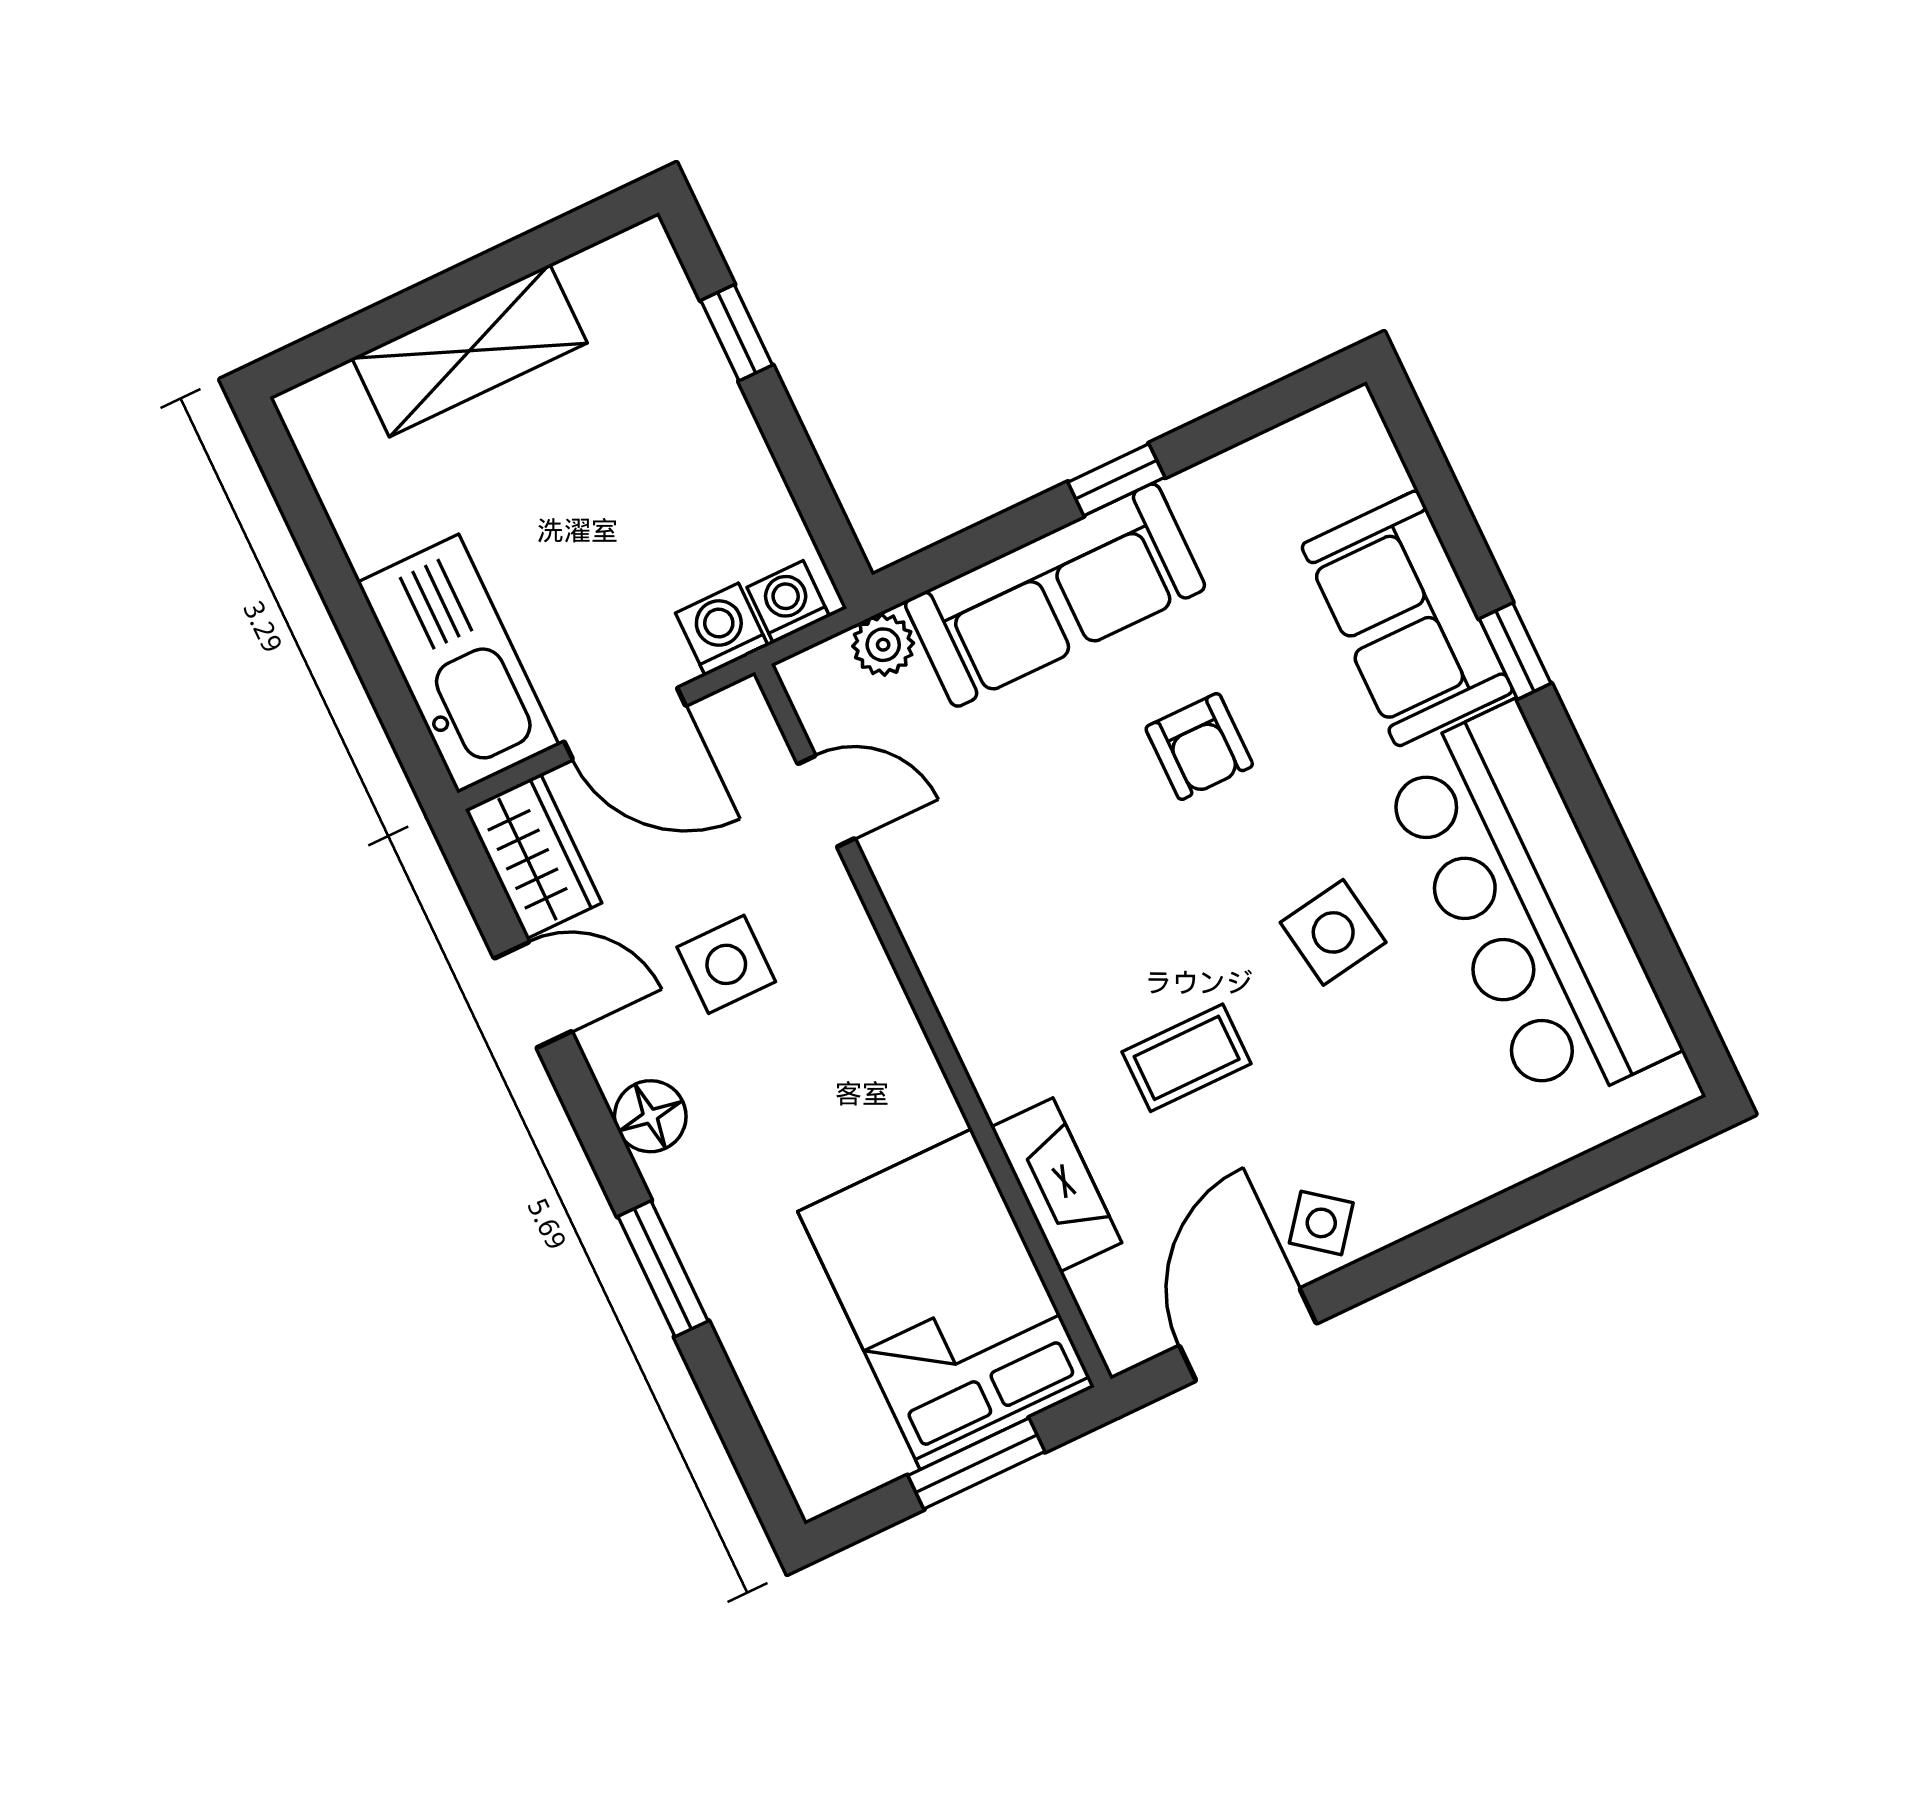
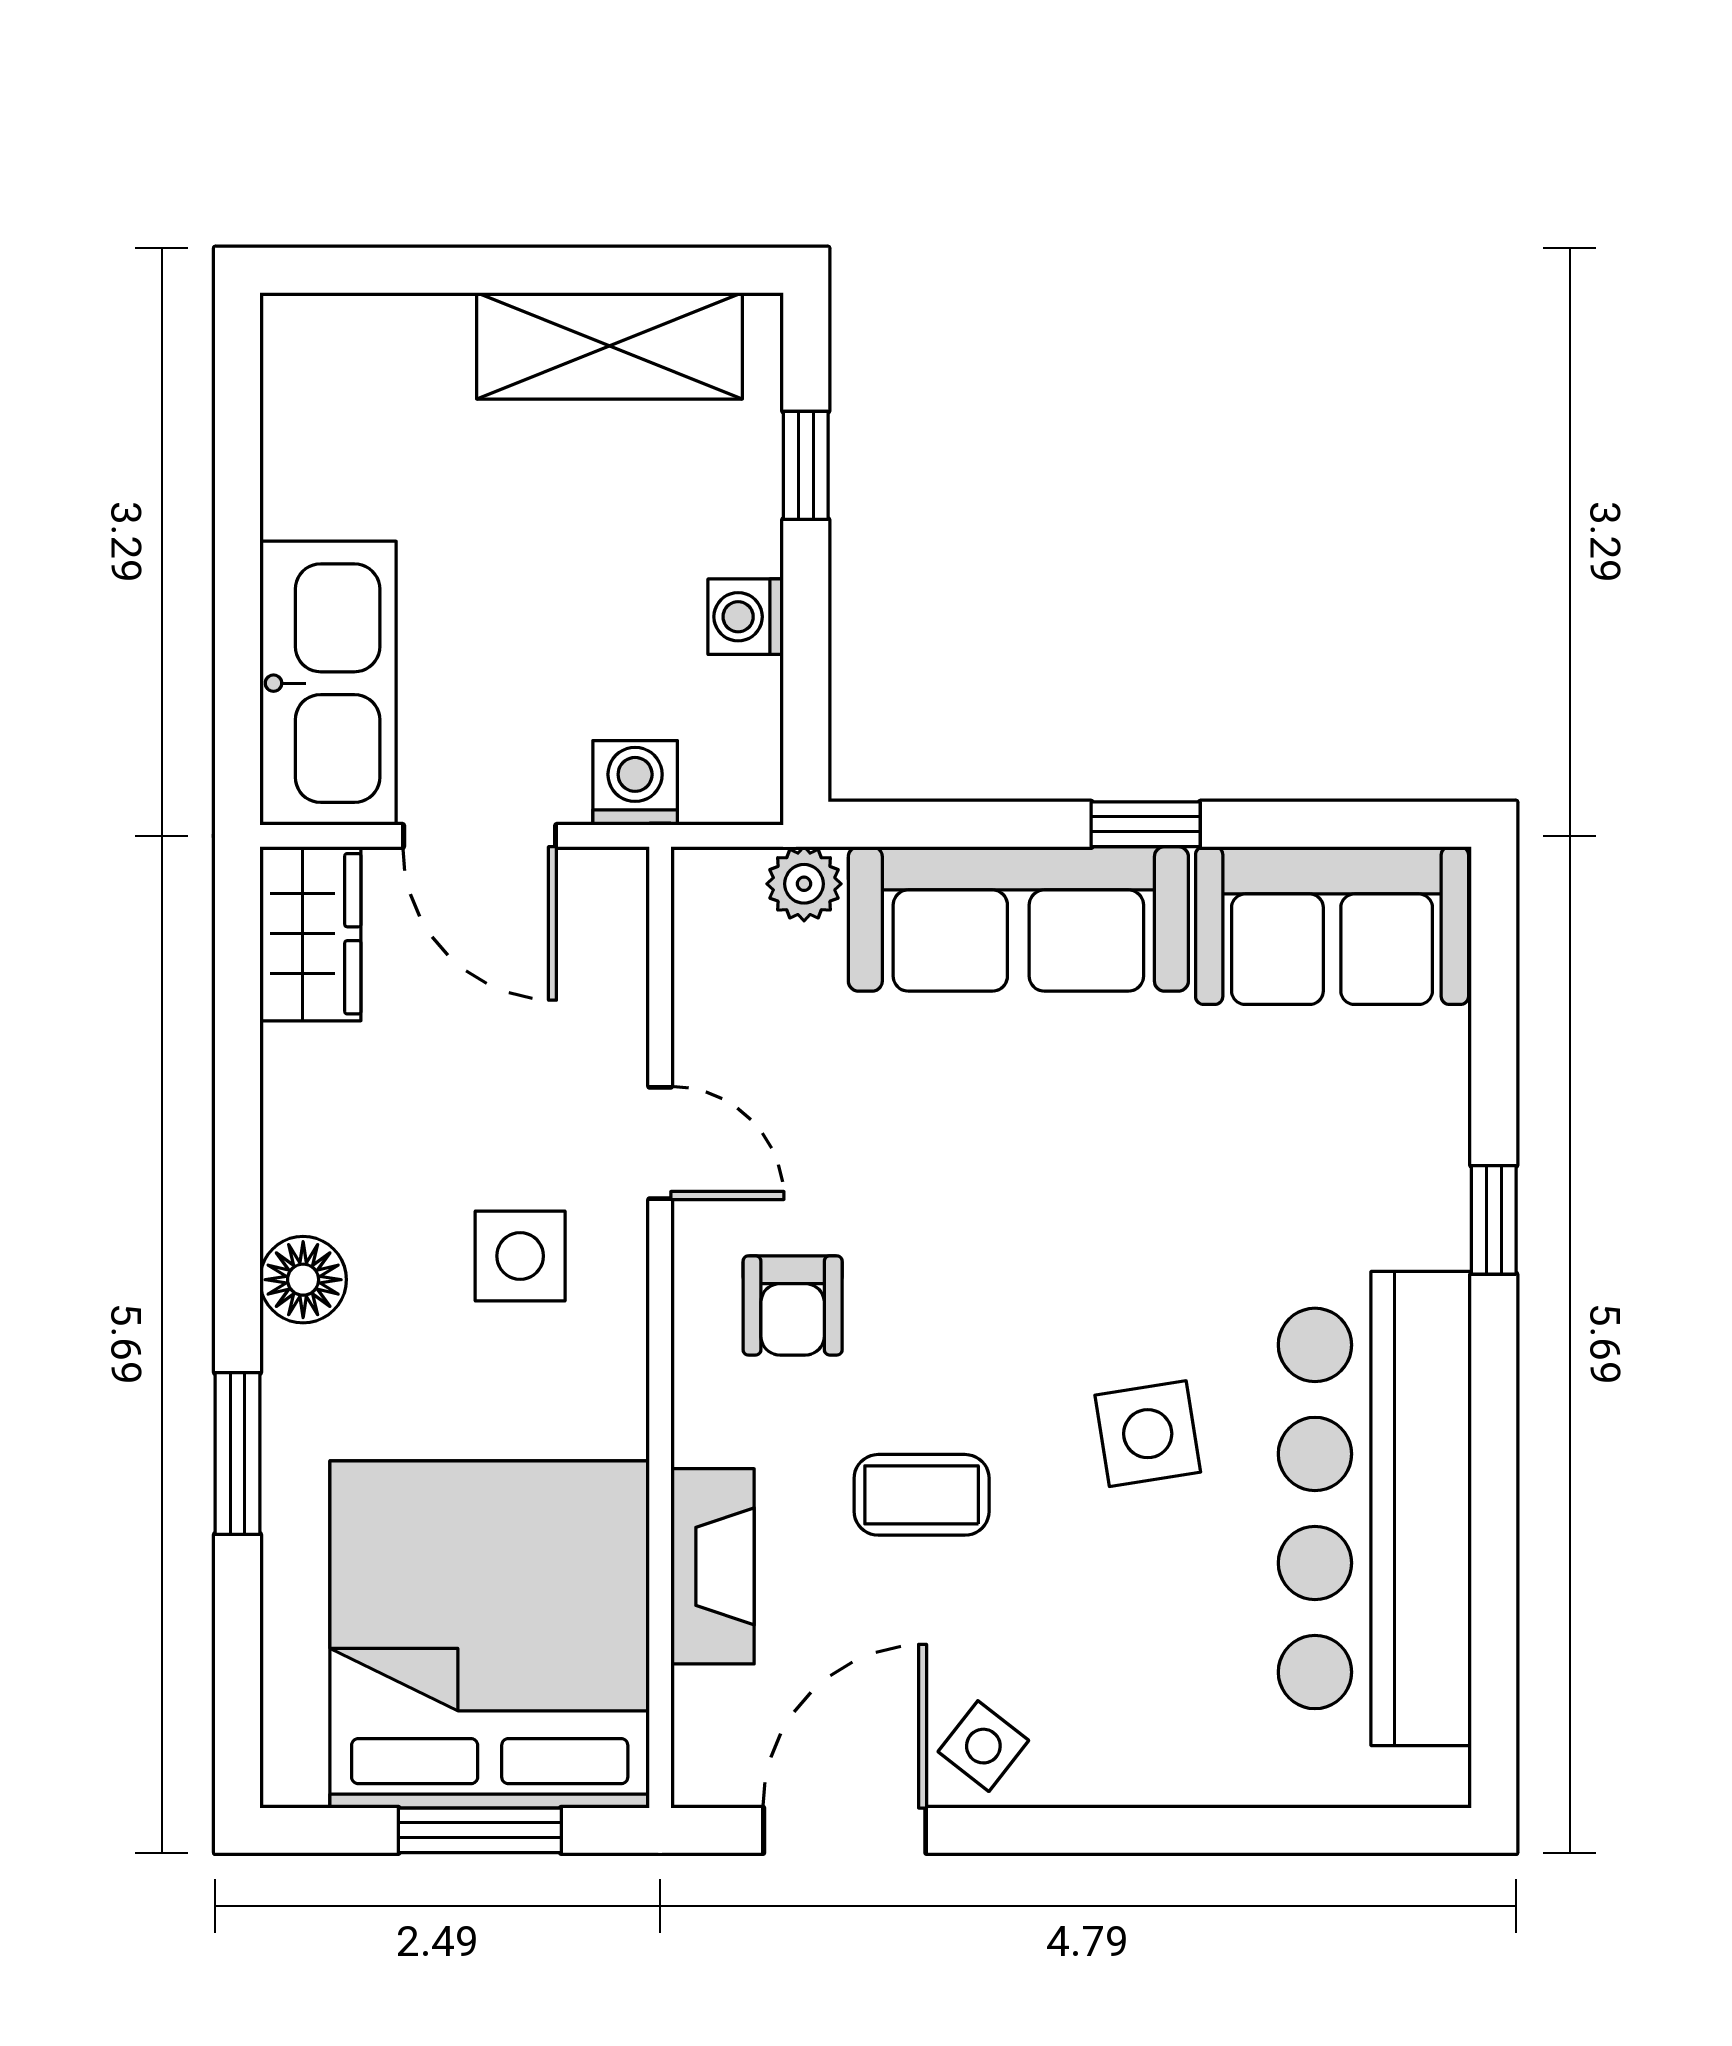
shelving: (470, 351) -> (609, 346), moved
washing machine: (788, 602) -> (746, 617), moved, turned -90
sofa: (1407, 618) -> (1332, 926), moved, turned -90
armchair: (1199, 746) -> (793, 1305), moved
door: (826, 801) -> (660, 1143), moved
side table: (726, 964) -> (520, 1256), moved
door: (533, 995) -> (238, 1085), removed
bed: (946, 1299) -> (490, 1634), width x1.36

